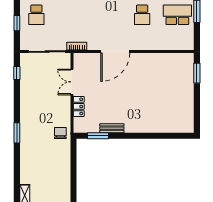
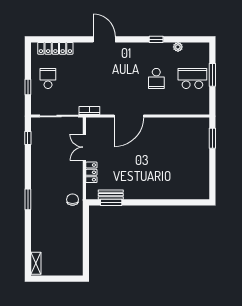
school desk: (36, 15) -> (48, 78), turned 180
bench: (112, 128) -> (111, 195), moved

